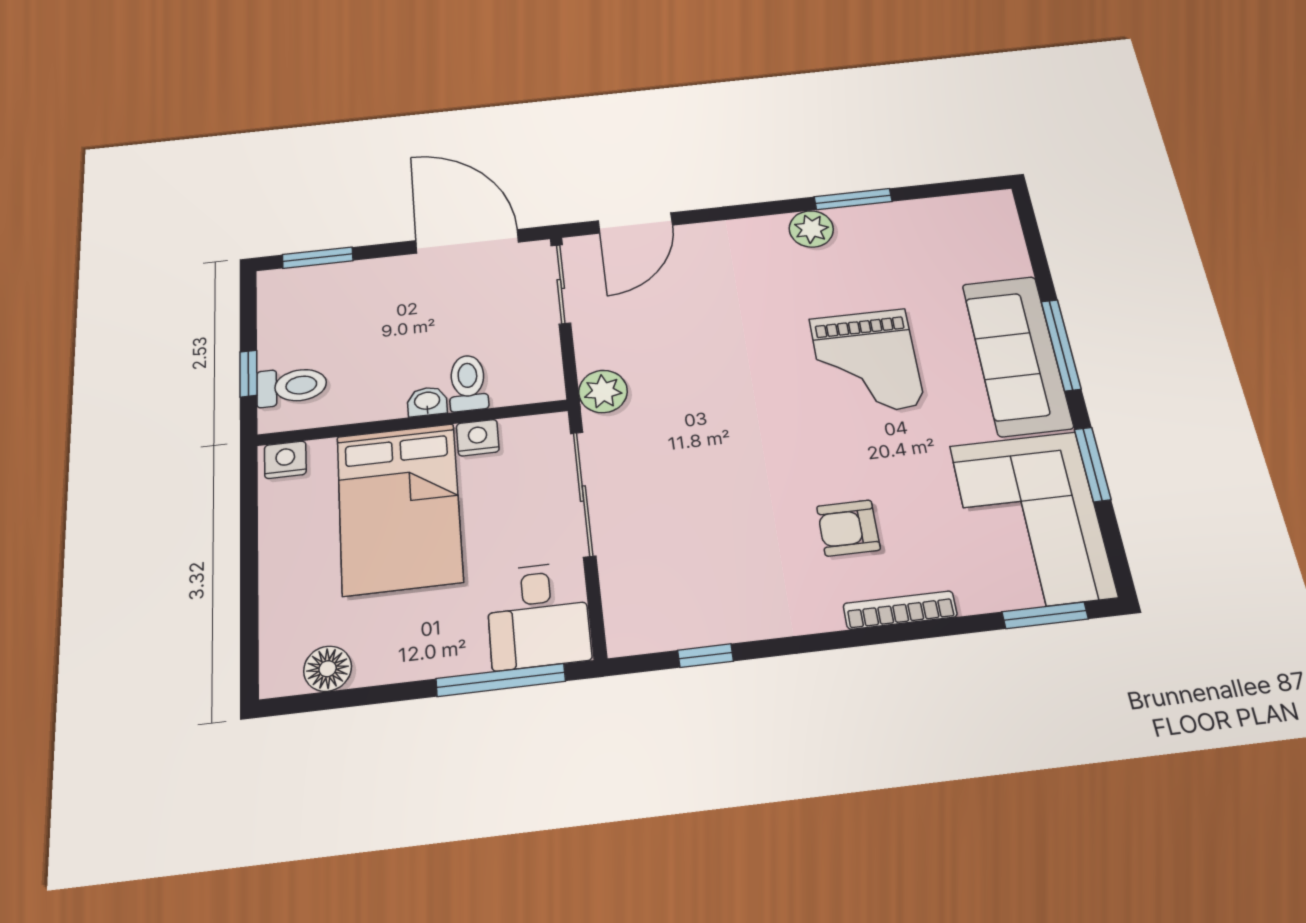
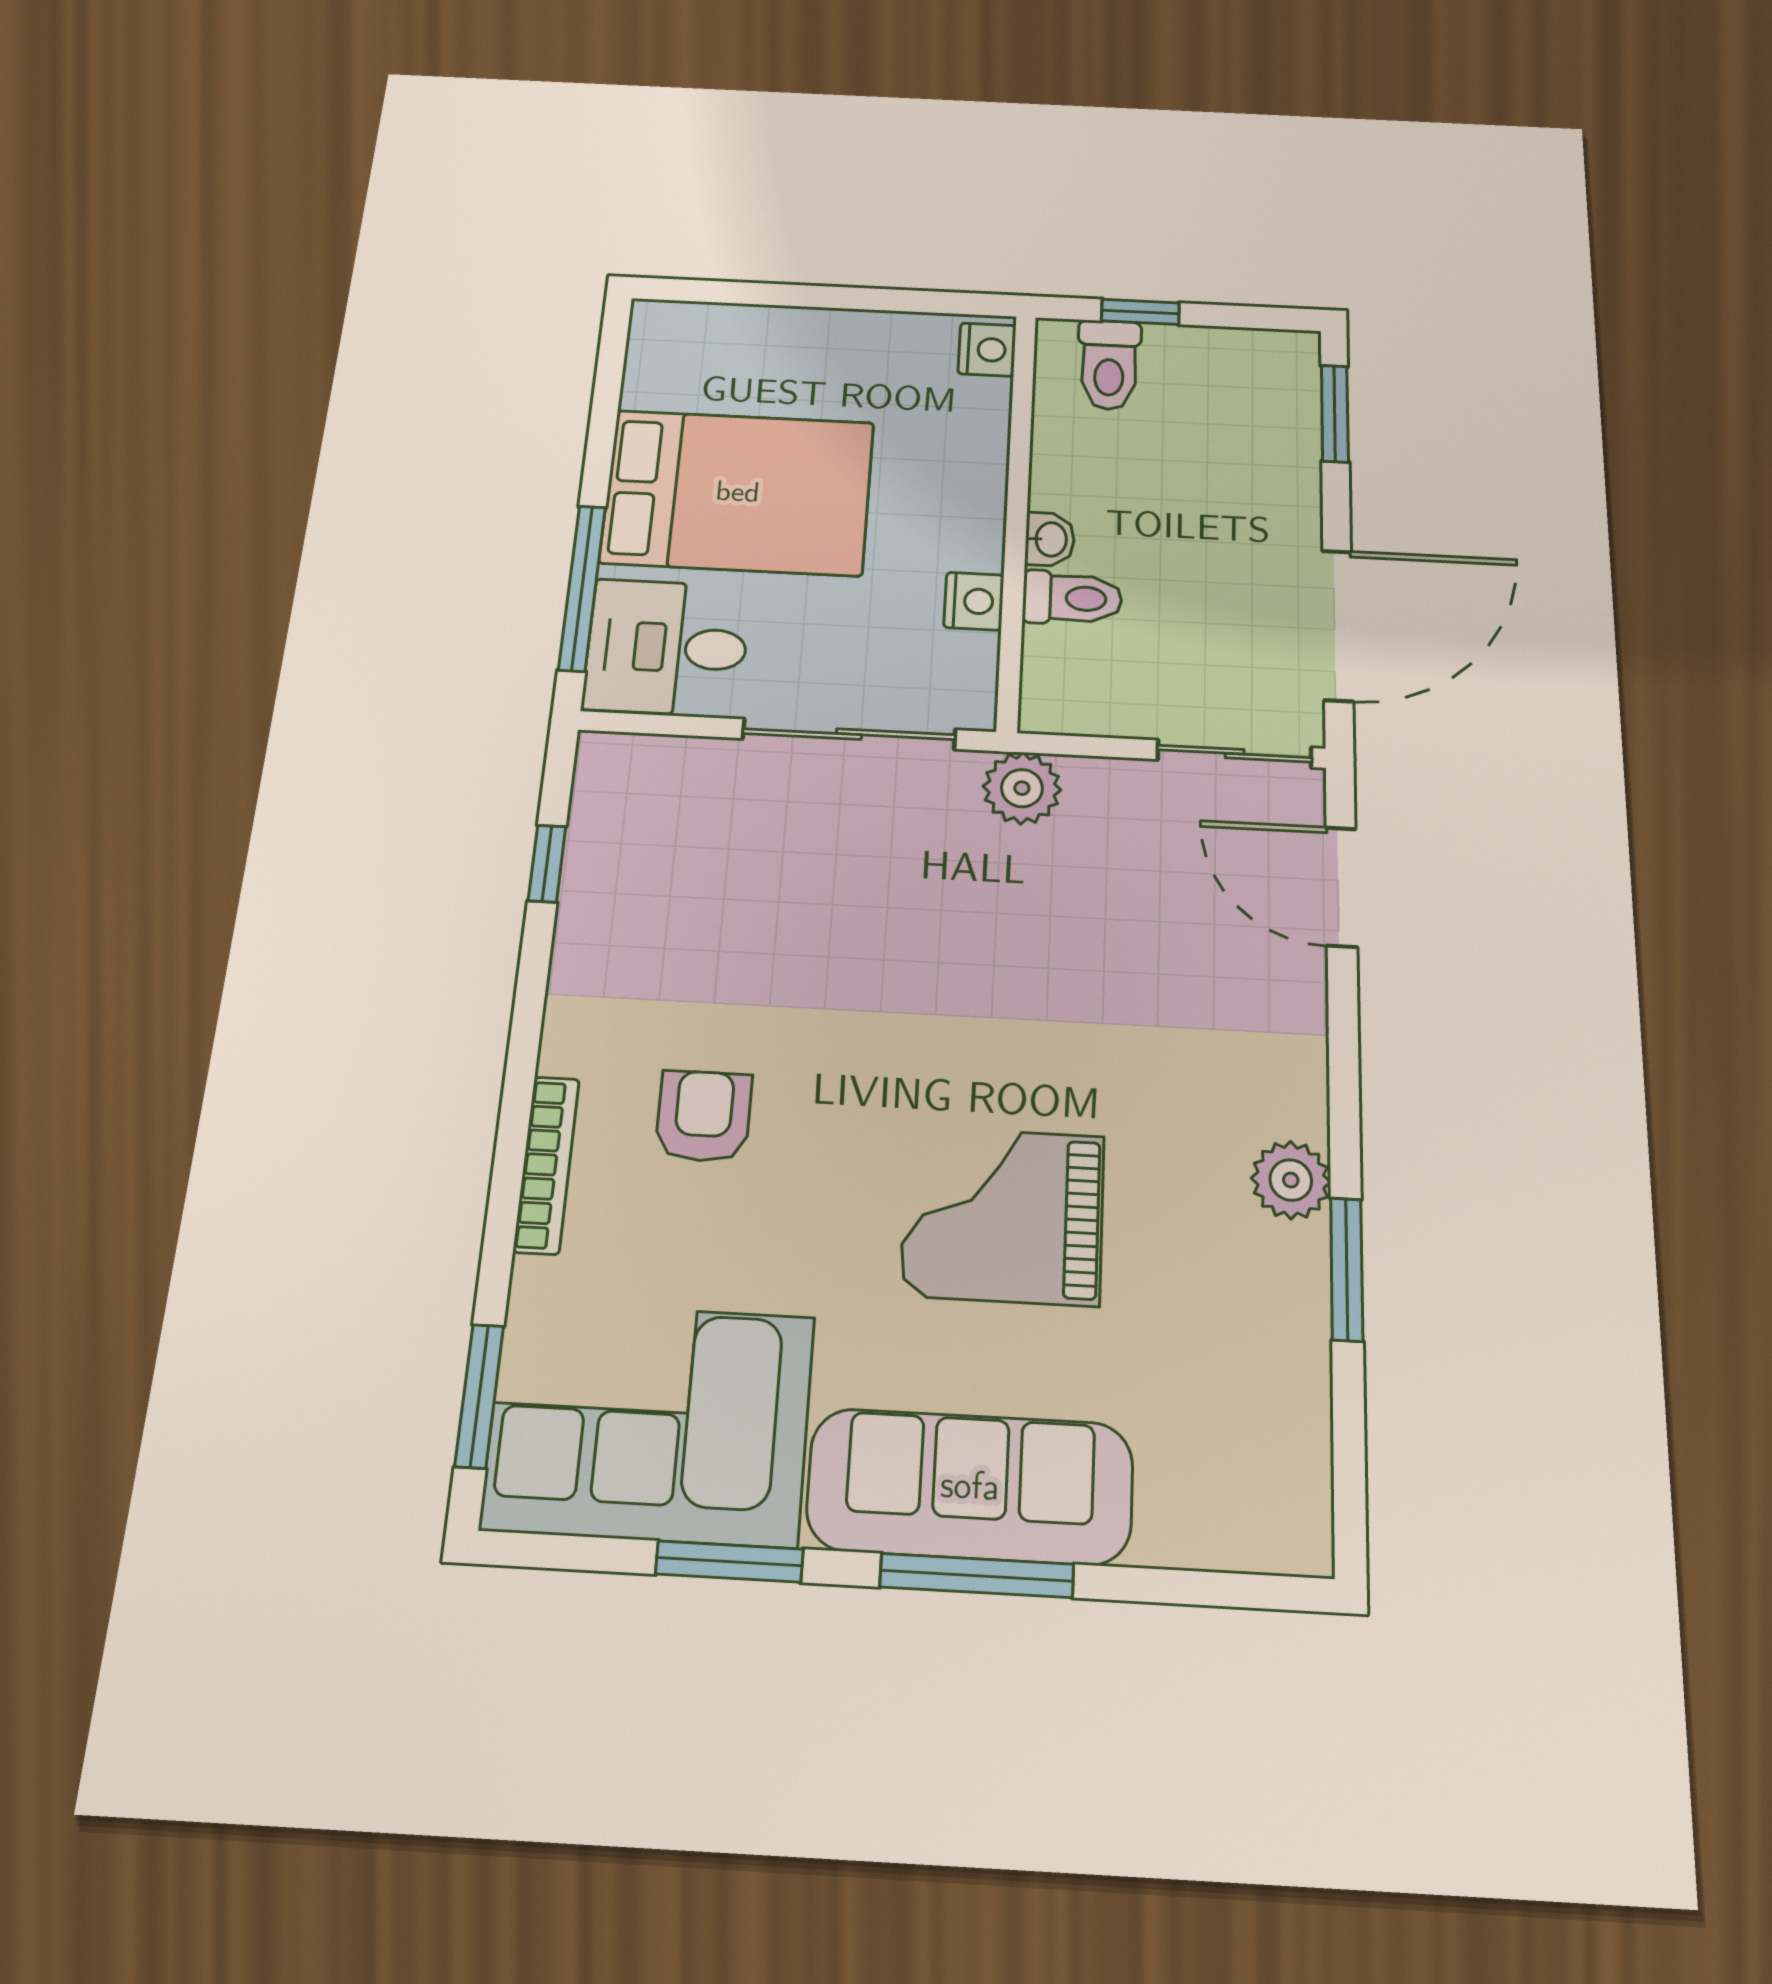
bed: (399, 508) -> (738, 492), moved, turned 180
floor lamp: (328, 669) -> (654, 380), removed

